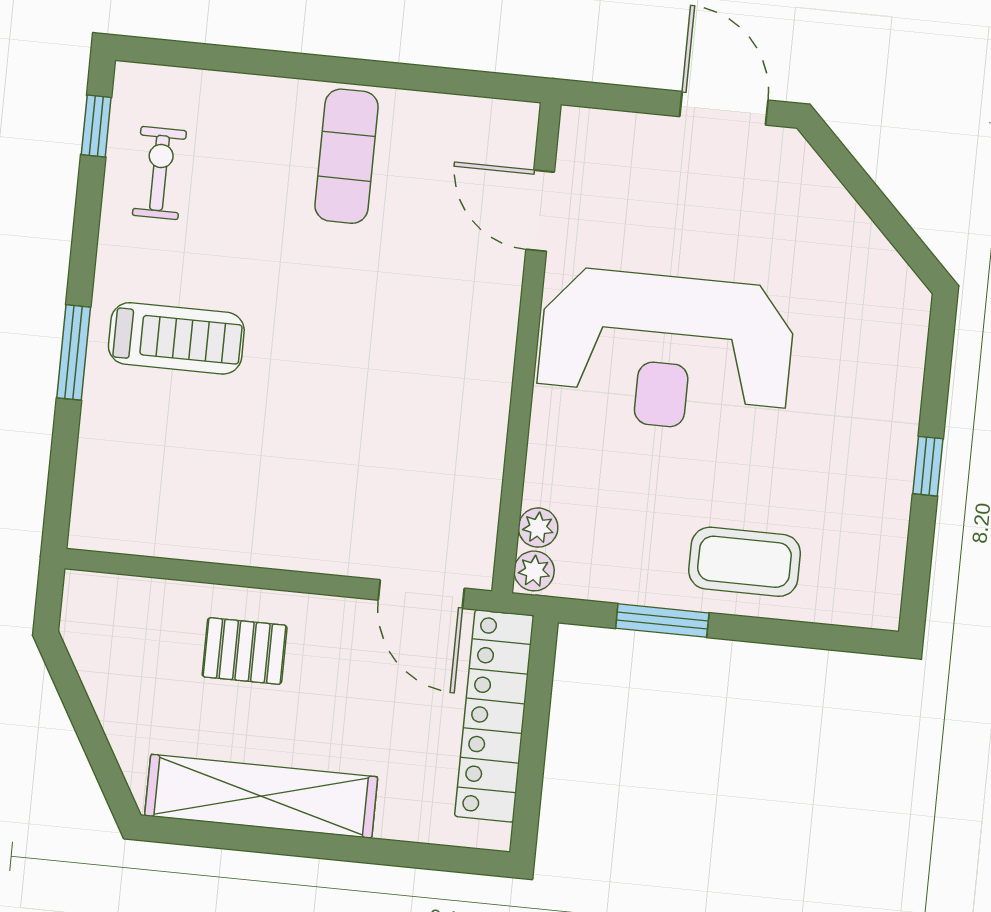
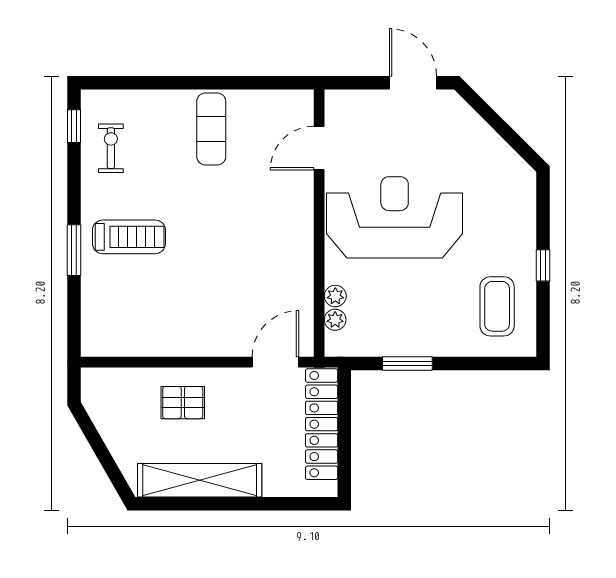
door: (540, 211) -> (319, 148), hinge flipped
reception desk: (665, 351) -> (395, 217), turned 180
coffee table: (744, 562) -> (497, 306), moved, turned 90
plant: (534, 571) -> (335, 296), moved
door: (421, 594) -> (275, 362), swing flipped

